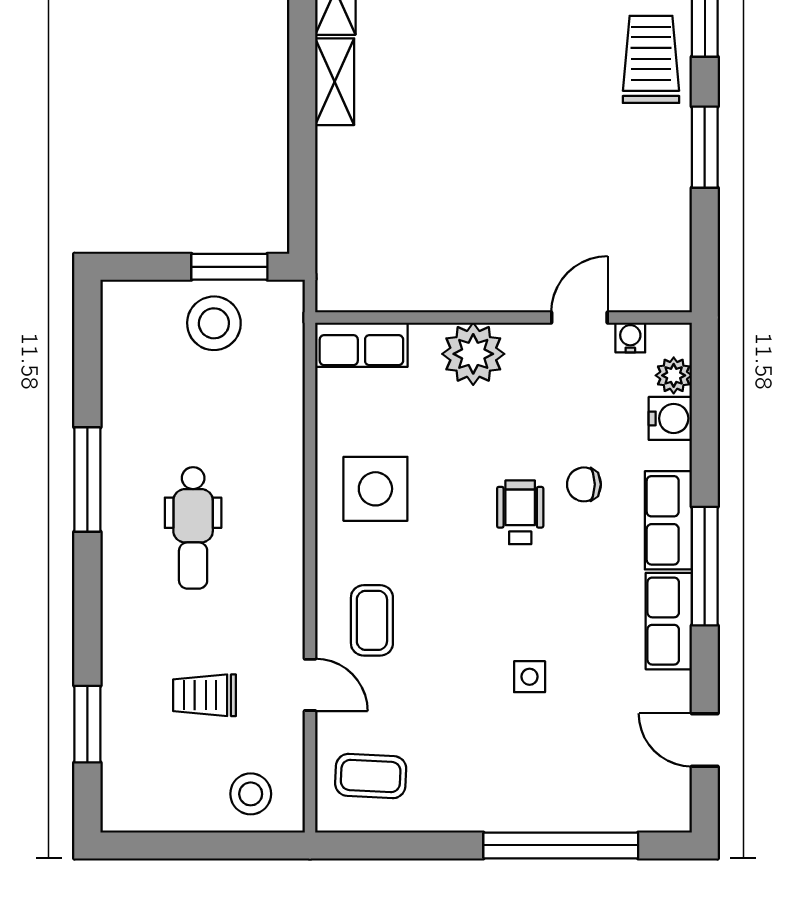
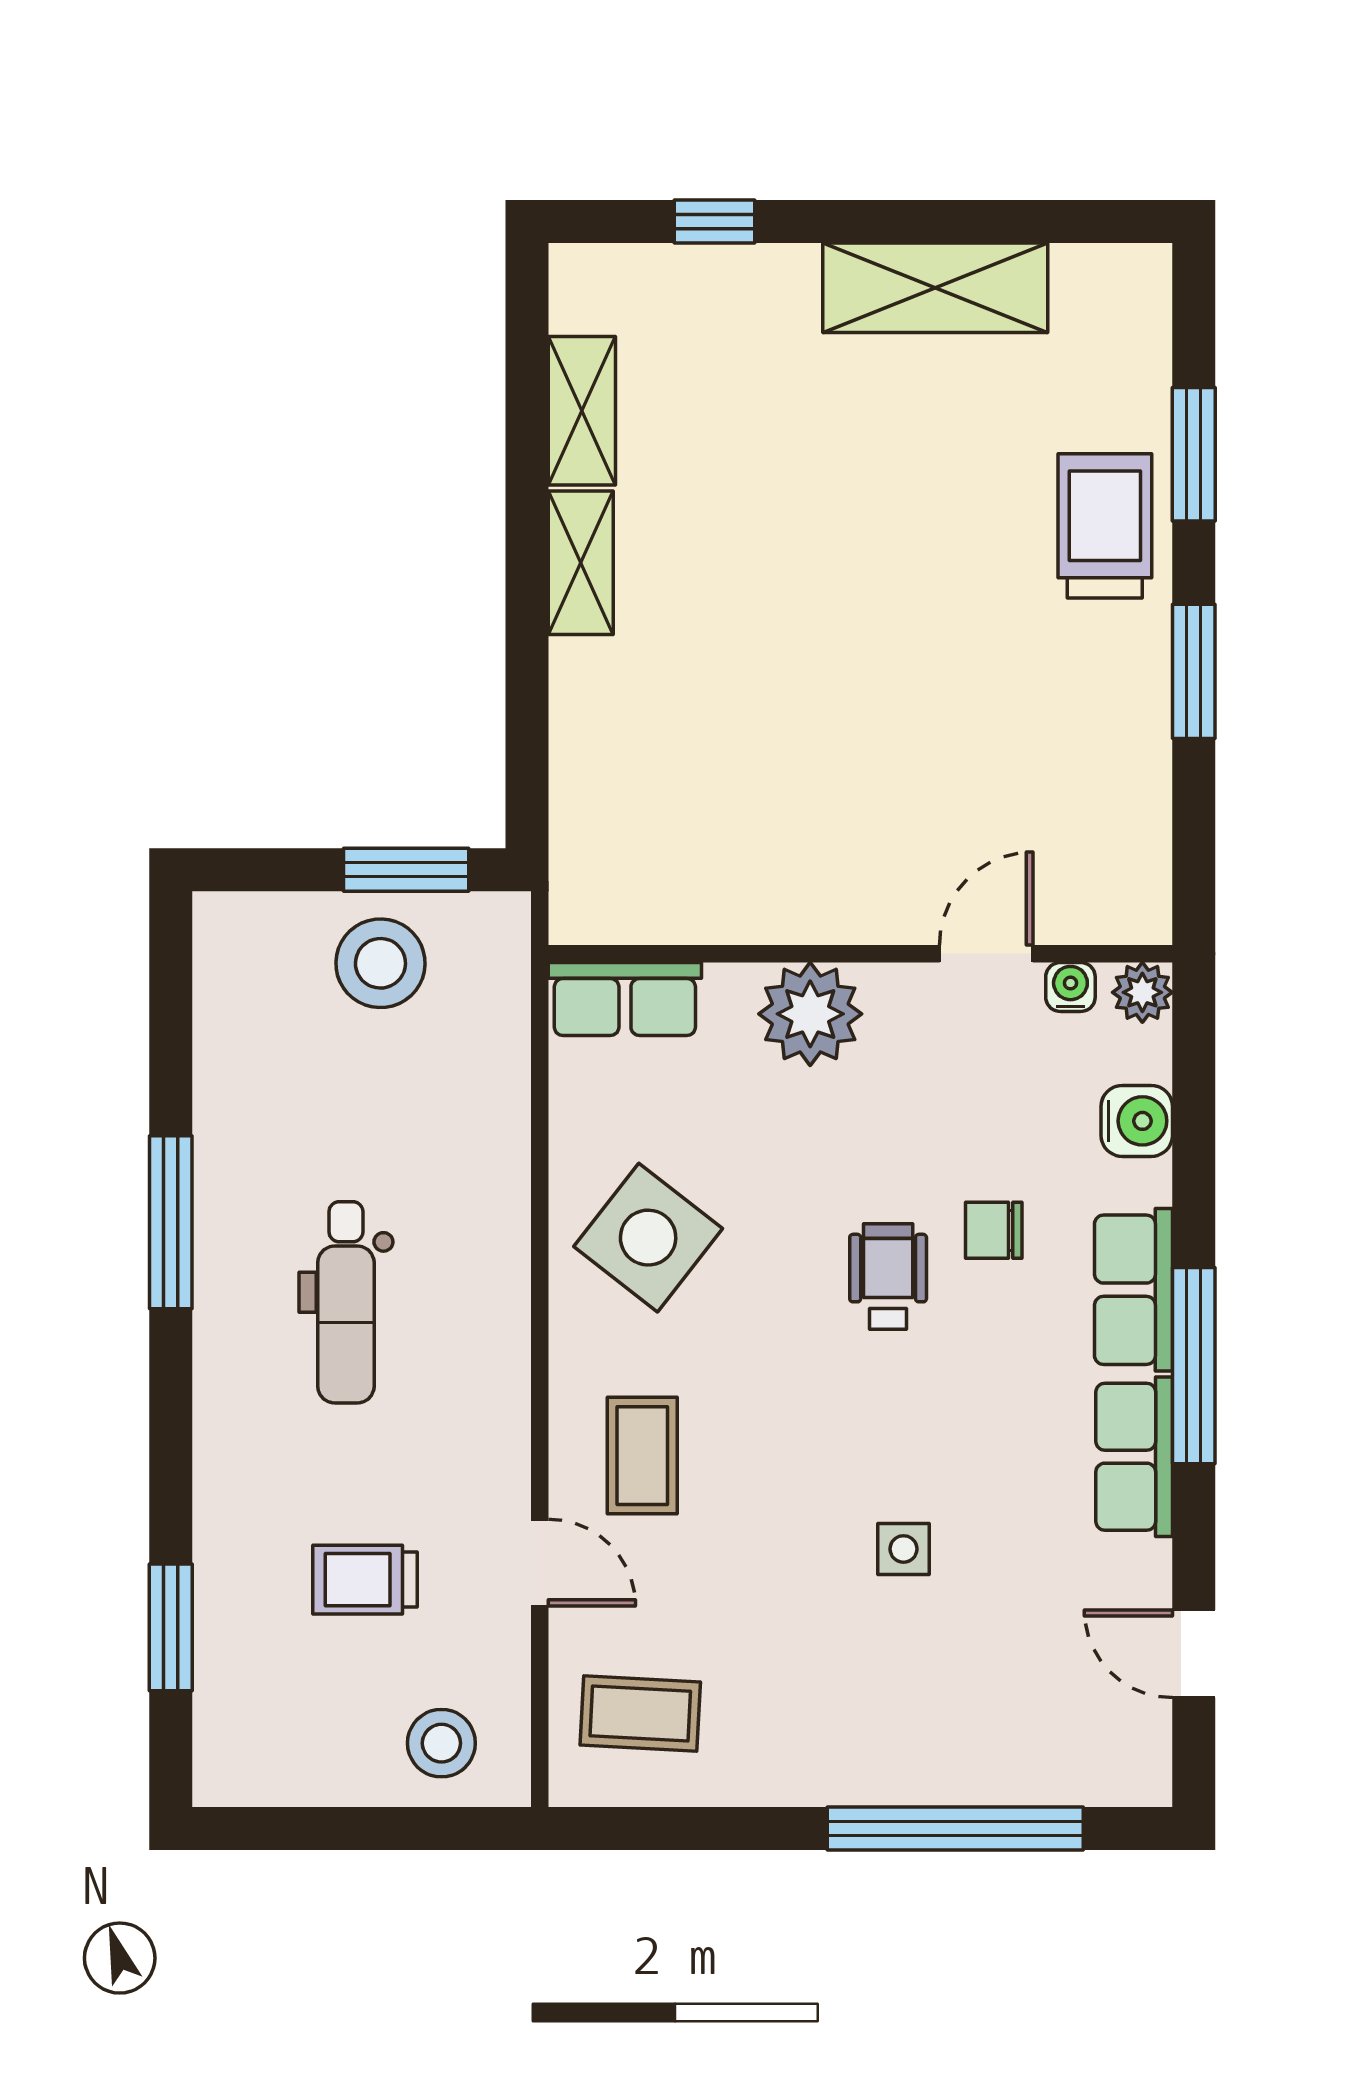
plant: (674, 375) -> (1142, 992), moved
side table: (375, 489) -> (648, 1238), turned 38

